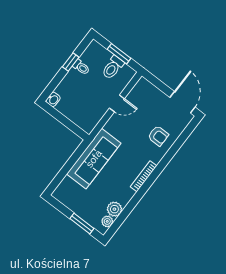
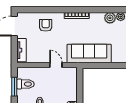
tv unit: (152, 91) -> (21, 50), added
door: (117, 103) -> (56, 65), moved

